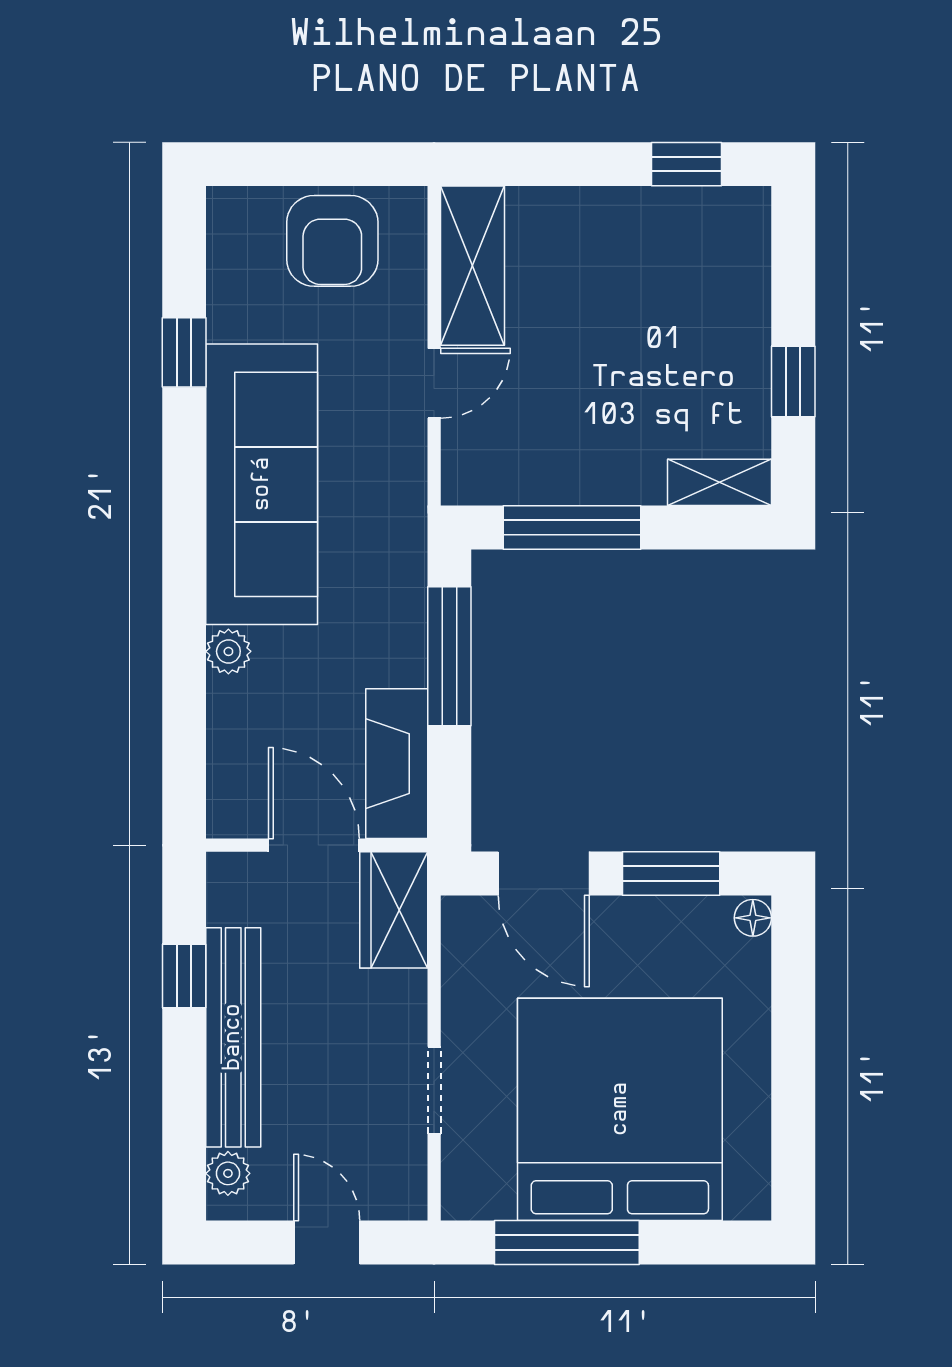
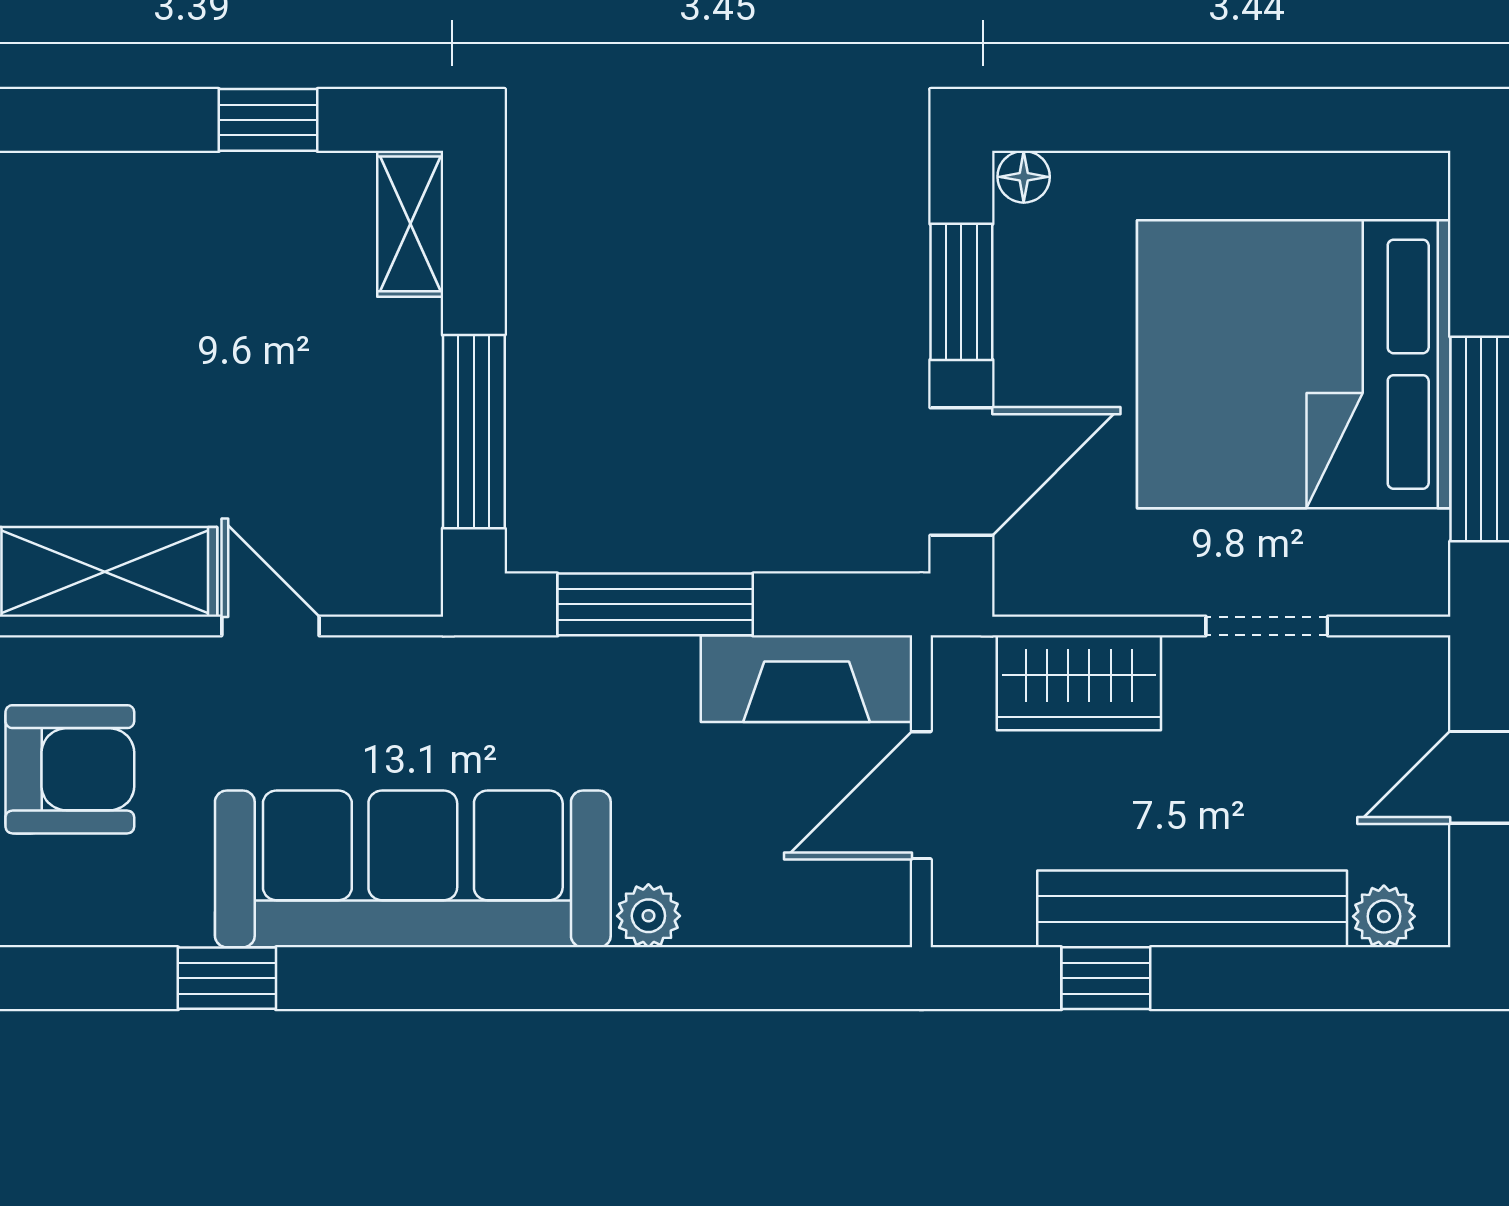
wardrobe: (394, 910) -> (1079, 683), moved

